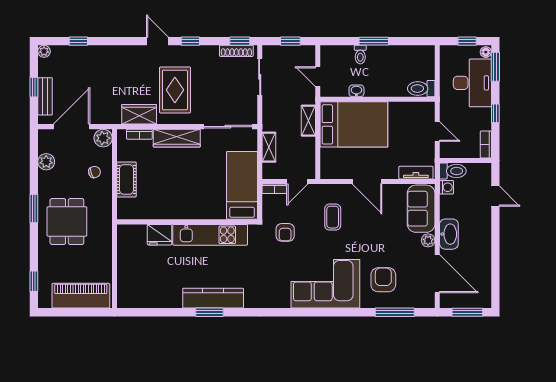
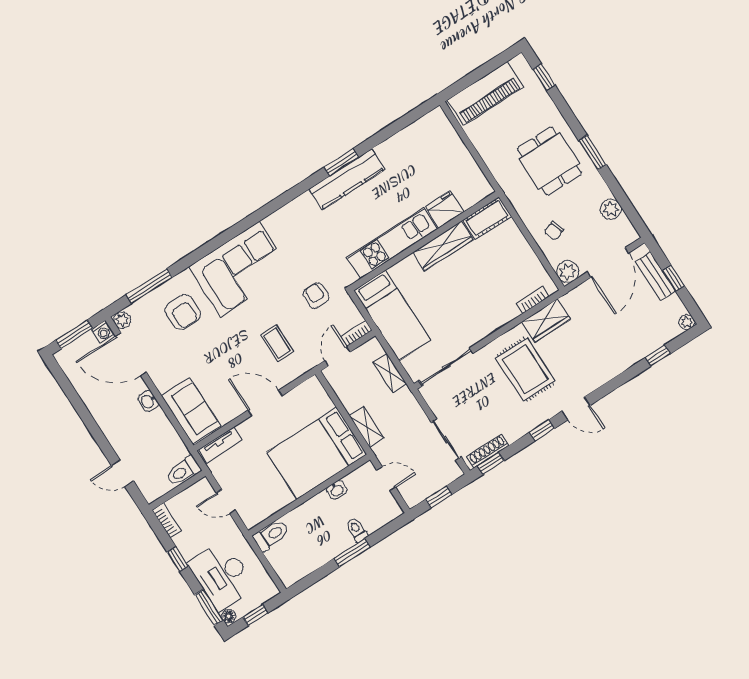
wardrobe: (177, 138) -> (443, 246), moved, turned 180
cot: (127, 179) -> (487, 218), moved, turned 90
washing machine: (447, 187) -> (103, 332), moved, turned -90
washbasin: (449, 234) -> (148, 401), width x0.52, depth x0.69
plant: (428, 240) -> (122, 320), moved

